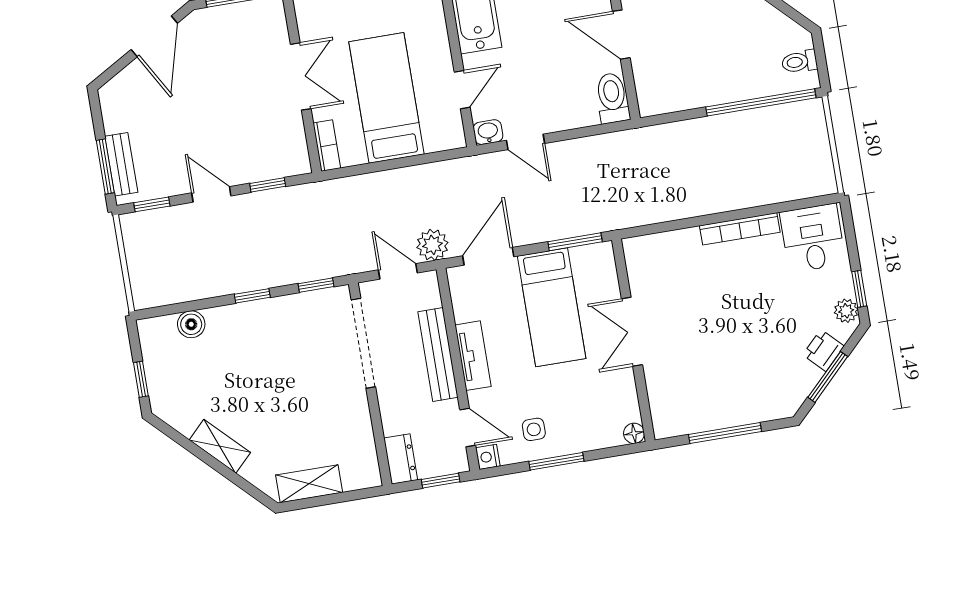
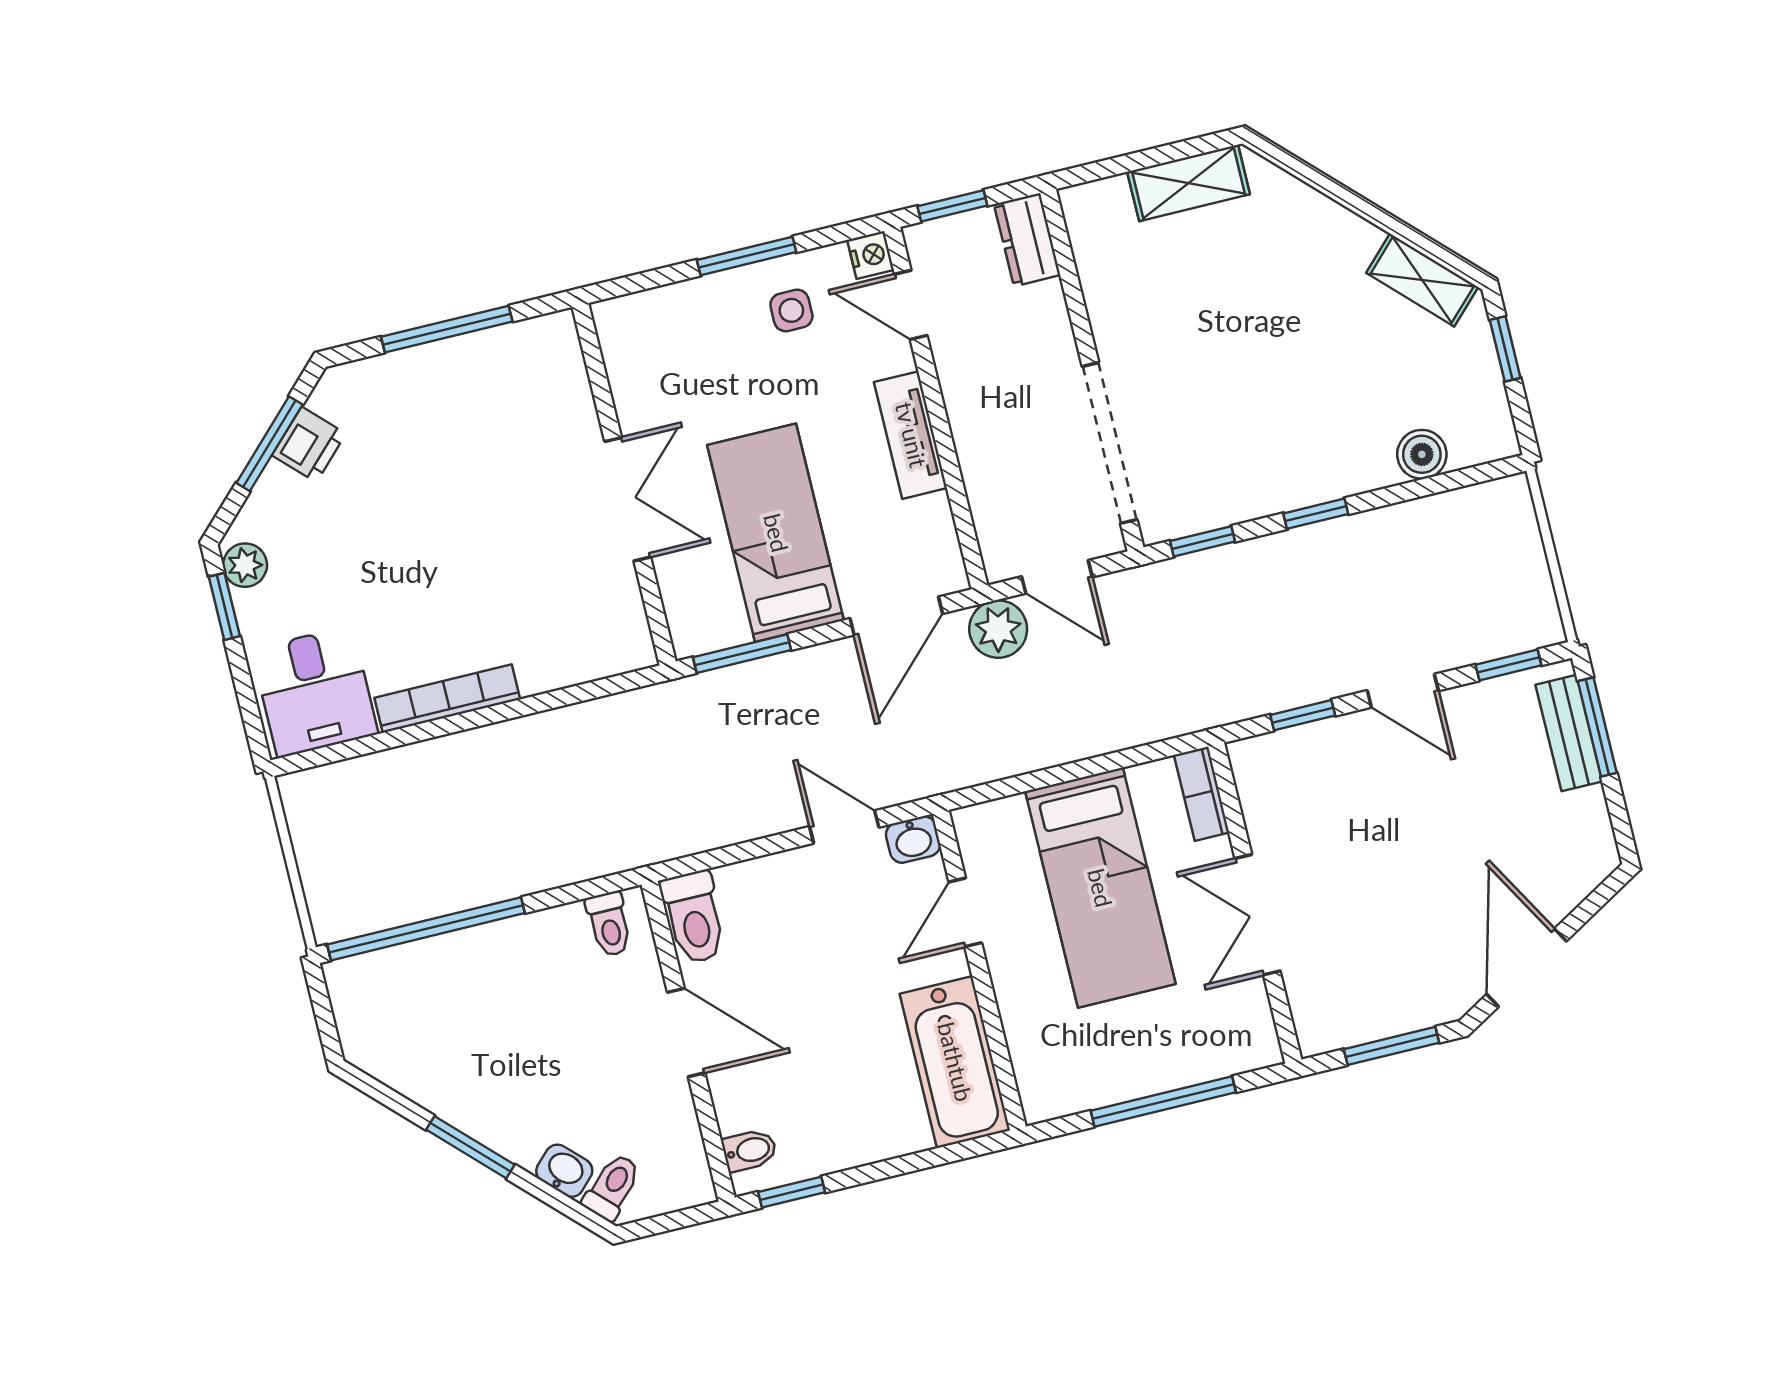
toilet: (799, 62) -> (609, 924), moved, turned 90
printer: (823, 350) -> (309, 444), moved
bench: (438, 355) -> (974, 432), removed
floor lamp: (634, 433) -> (611, 317), removed
shelving: (220, 446) -> (1422, 280), moved

